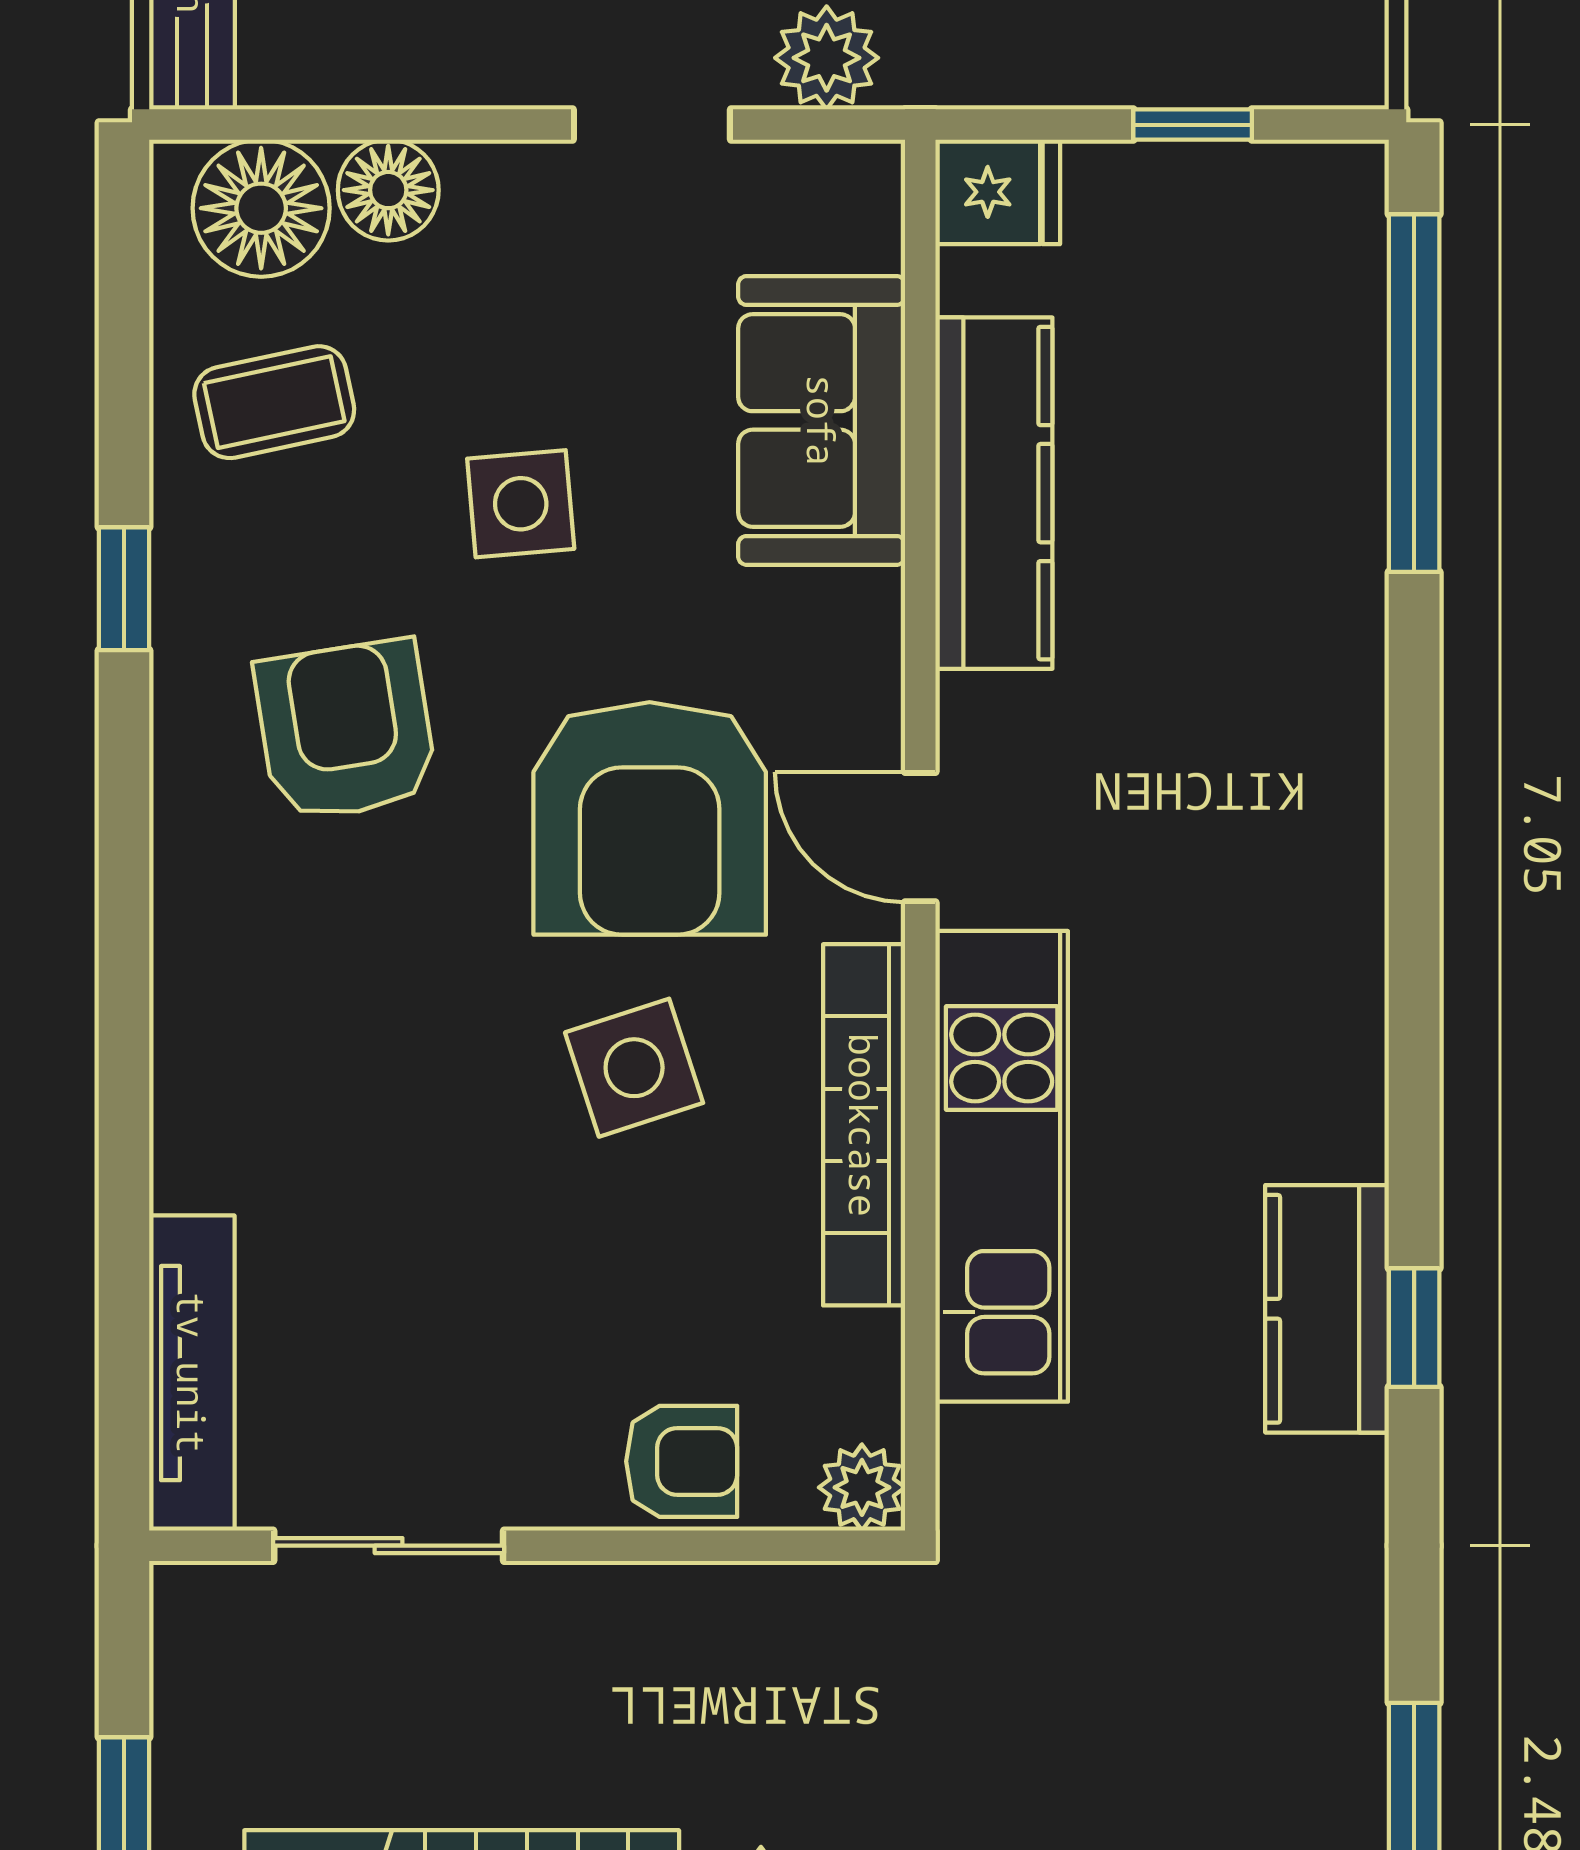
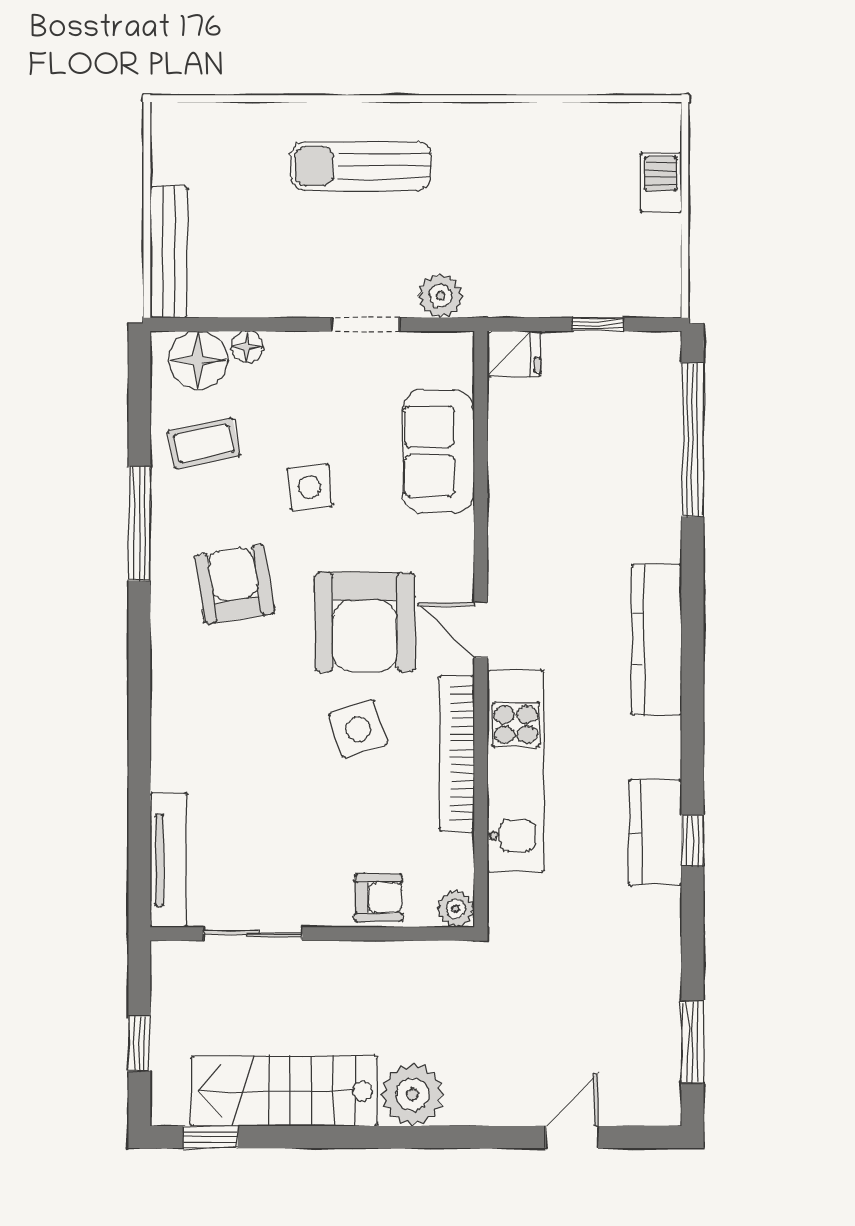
floor lamp: (388, 190) -> (247, 347), width x0.73, depth x0.73
kitchen counter: (994, 493) -> (657, 639), moved, turned 180
window: (124, 589) -> (139, 523), width x2.17

